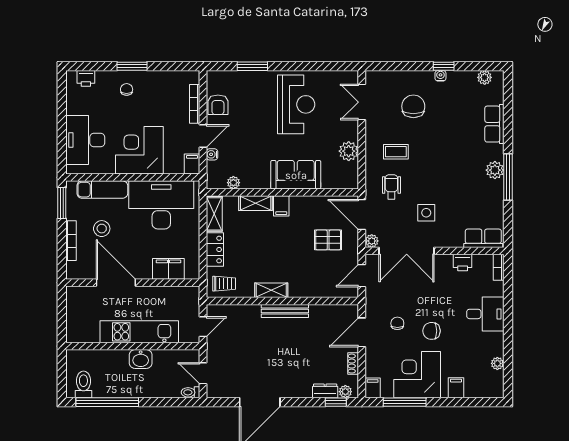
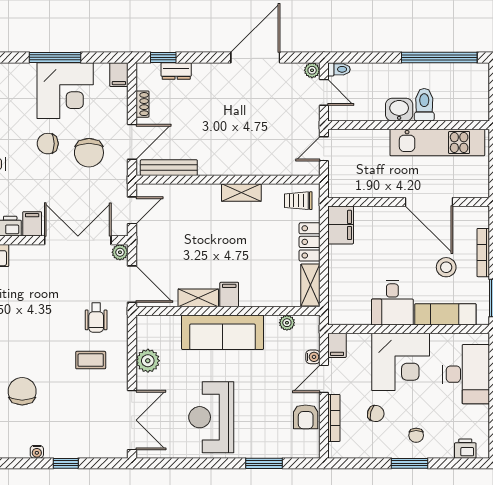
window: (444, 66) -> (66, 463), moved
double door: (362, 102) -> (132, 420), width x1.37
armchair: (218, 105) -> (306, 417), turned 180
chair: (413, 106) -> (22, 391), moved, turned 180
chair: (160, 107) -> (376, 414), added
sofa: (296, 175) -> (223, 332), width x1.36
shelving: (256, 203) -> (198, 298), moved
desk: (161, 205) -> (392, 303), width x0.53, depth x0.77
side table: (426, 213) -> (54, 286), removed
pallet: (328, 240) -> (173, 253), removed
filing cabinet: (168, 269) -> (341, 225), moved, turned -90
bench: (285, 311) -> (169, 168), moved
chair: (397, 323) -> (89, 153), width x1.87, depth x1.87
chair: (432, 331) -> (48, 144), turned 180
kitchen unit: (139, 332) -> (437, 142), moved
toilet: (83, 384) -> (424, 105), moved, turned 180
filing cabinet: (456, 388) -> (32, 224), moved, turned 180
plant: (345, 392) -> (312, 70), moved
window: (405, 402) -> (55, 57), moved

